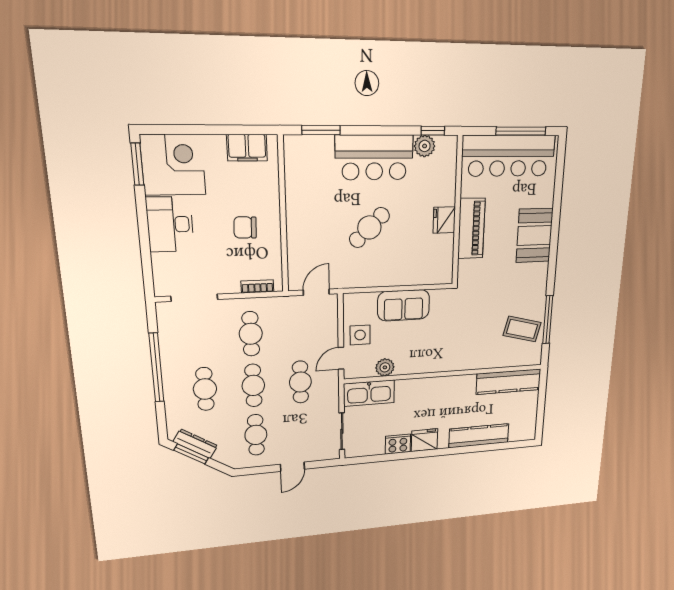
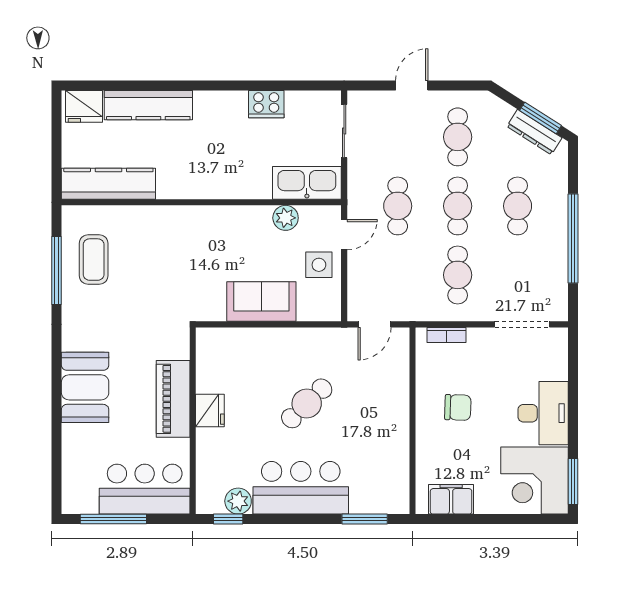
bar counter: (508, 156) -> (145, 489), width x0.73
coffee table: (522, 329) -> (94, 260), turned 76
fridge: (425, 440) -> (84, 106), moved

